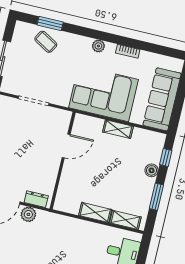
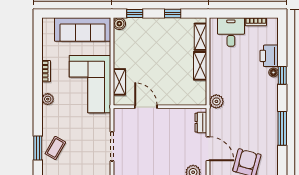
shelving: (118, 129) -> (119, 82), moved
boiler: (152, 170) -> (119, 24), moved
window: (156, 197) -> (173, 13), width x0.67
plant: (28, 214) -> (216, 101), moved

